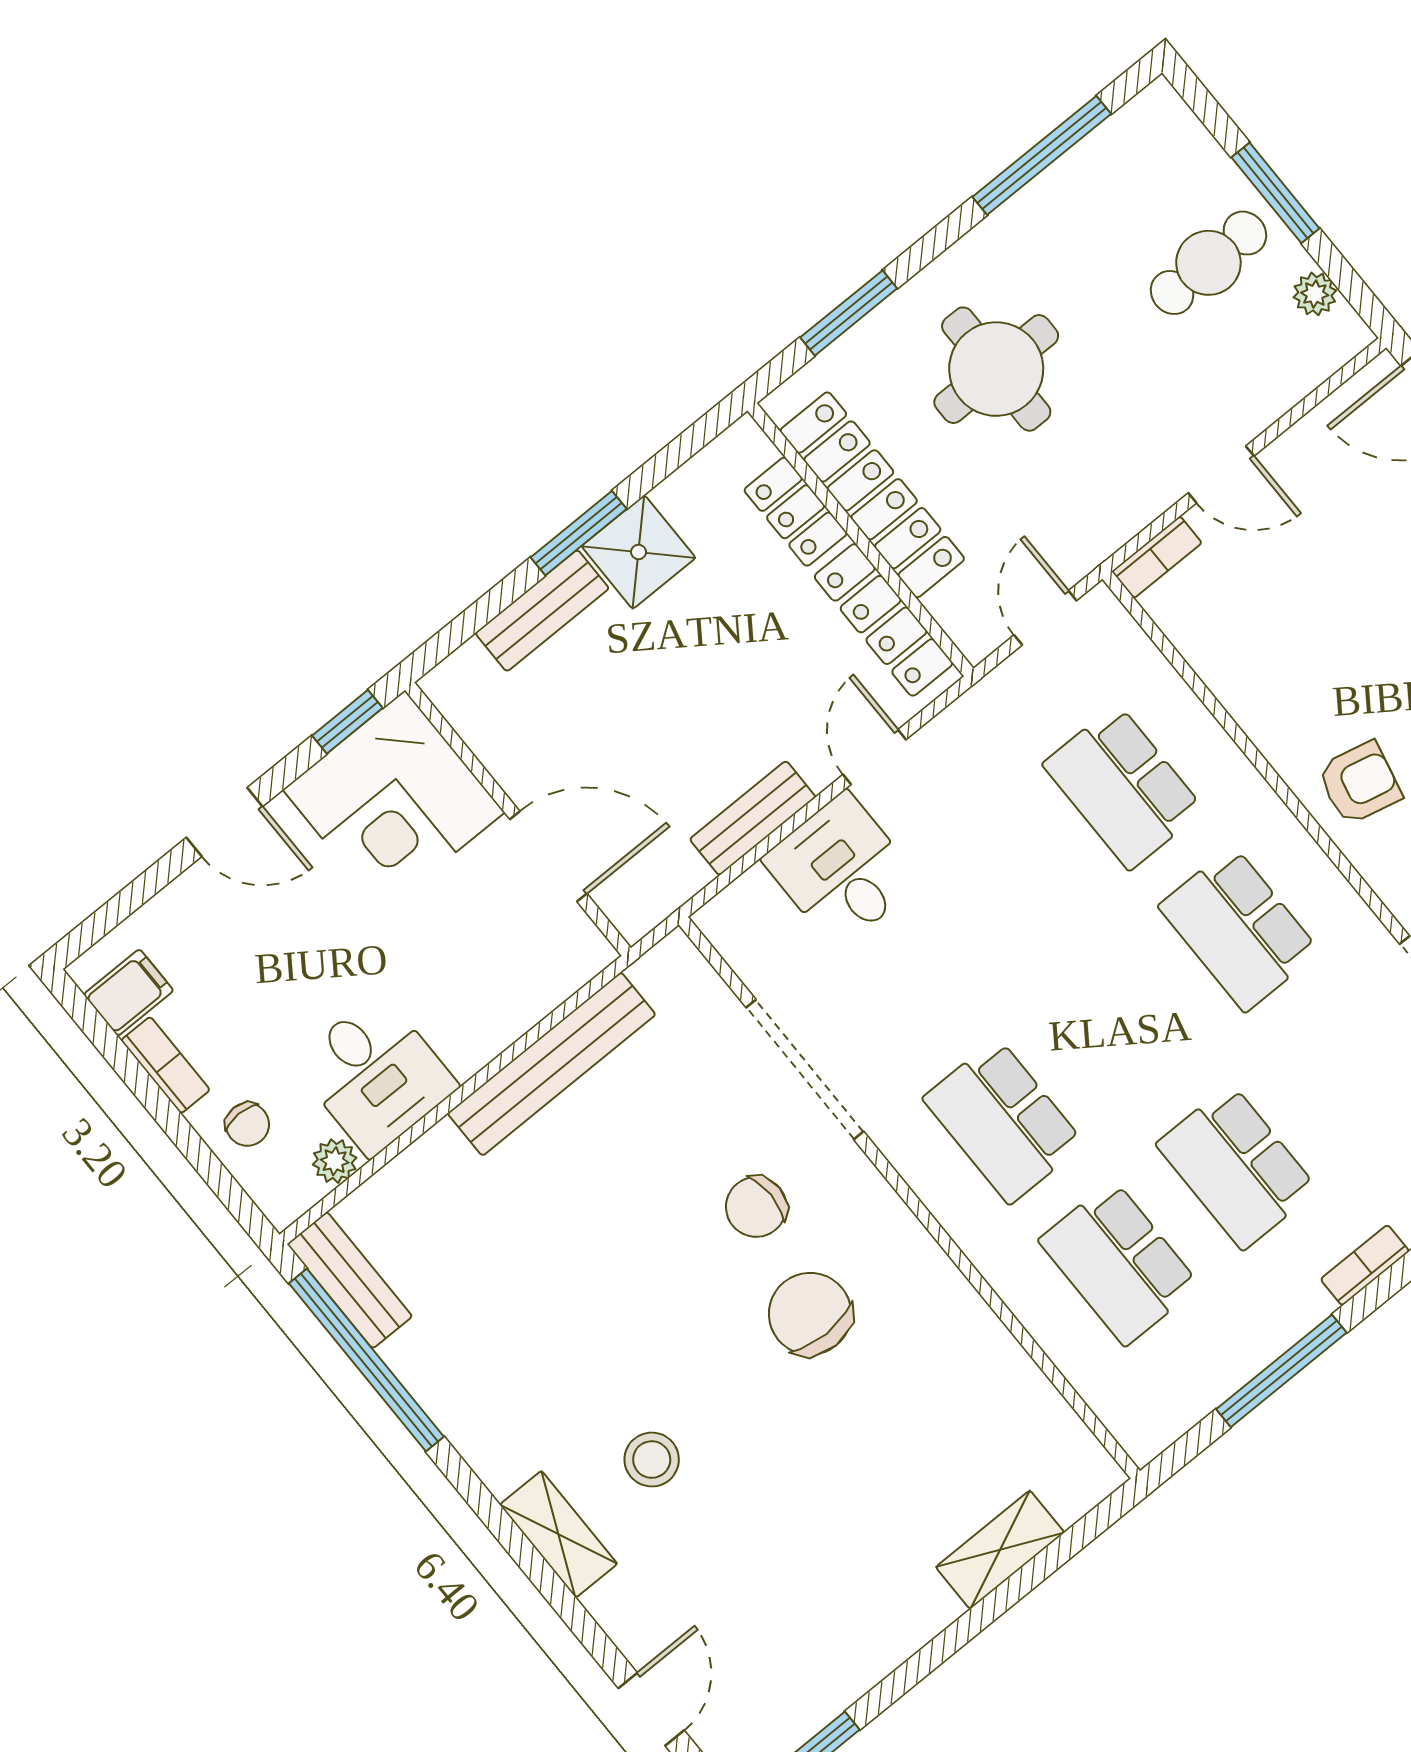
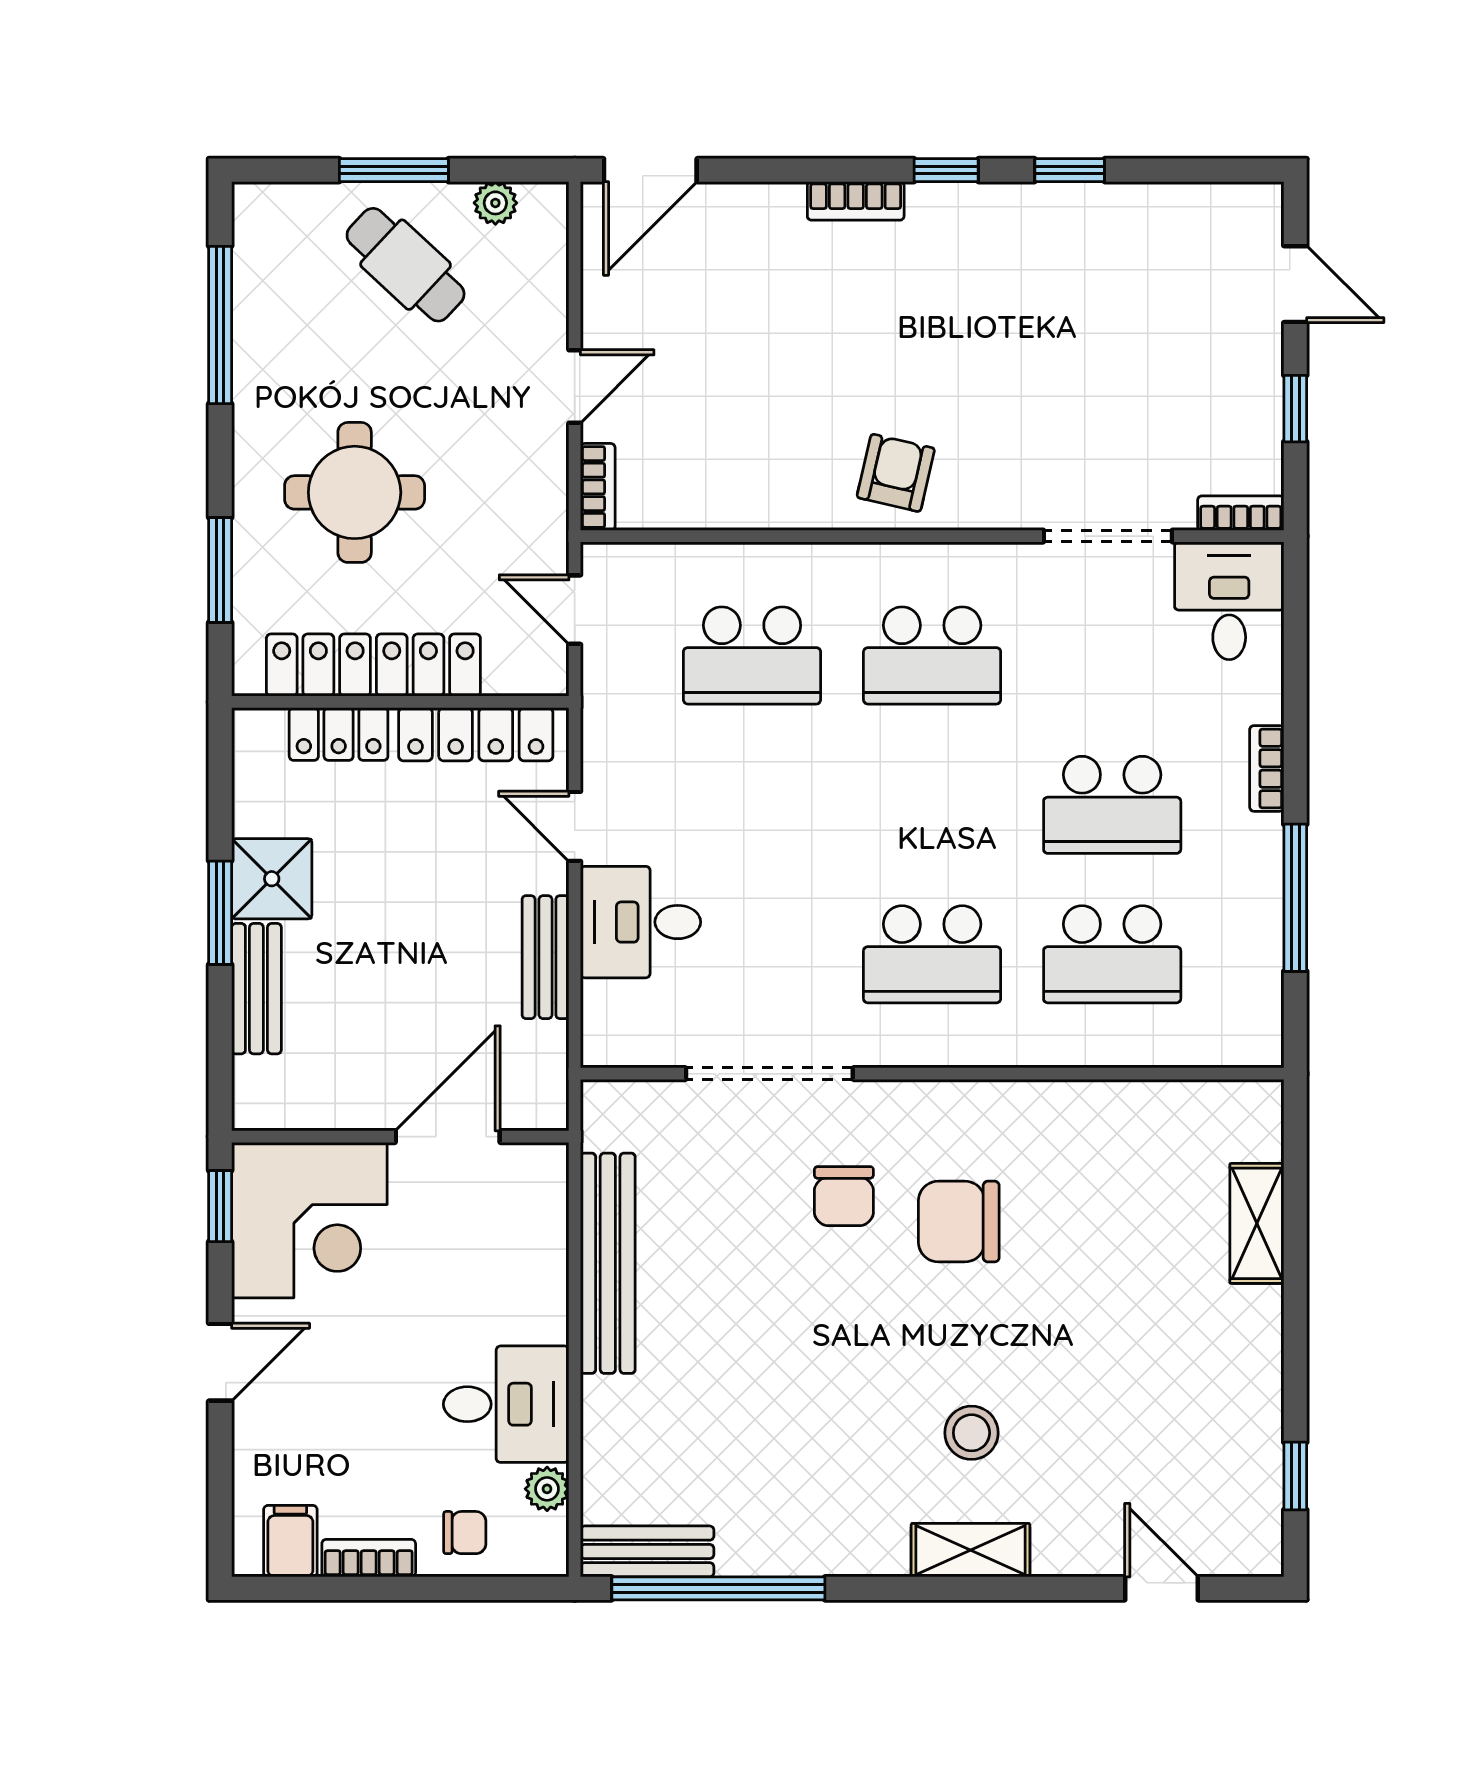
cafe table: (1208, 263) -> (406, 265), turned -47

